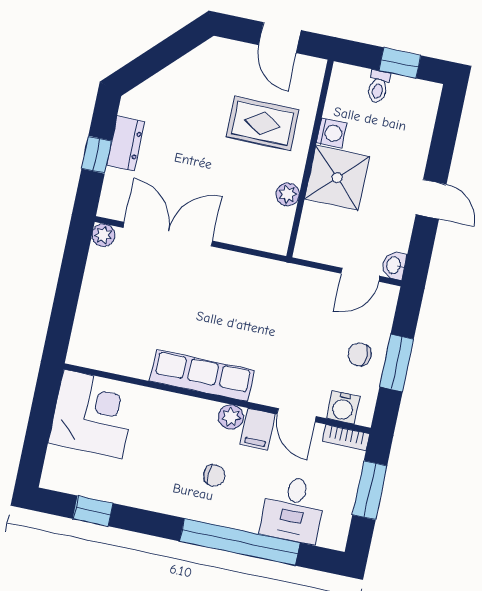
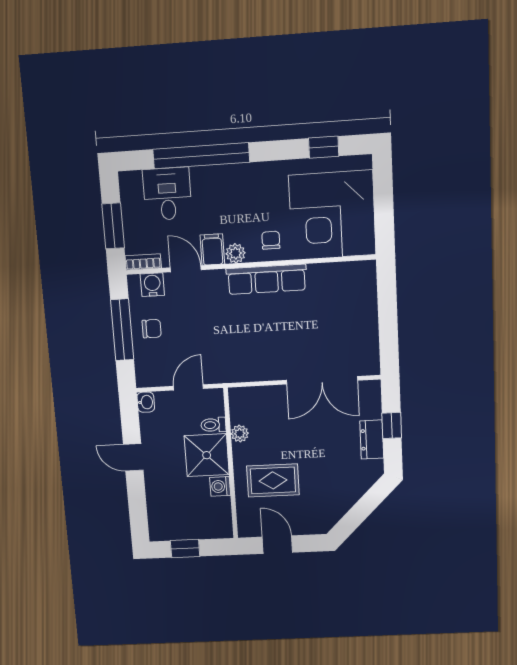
toilet: (378, 87) -> (213, 425), moved, turned -90
plant: (103, 235) -> (371, 367), removed
door: (360, 275) -> (188, 387), moved
window: (397, 363) -> (122, 330), width x1.44
corner desk: (93, 414) -> (332, 215), width x1.36, depth x1.36
chair: (214, 475) -> (271, 240), moved, turned 90

